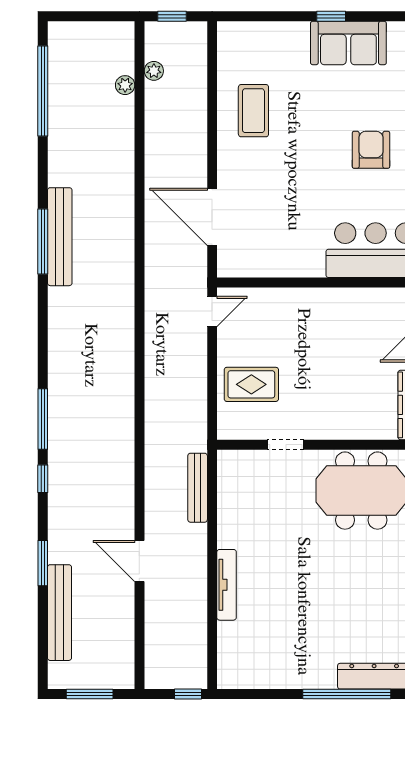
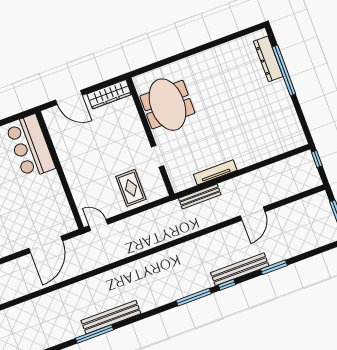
bench: (60, 237) -> (111, 317), moved
tv unit: (227, 585) -> (215, 172), moved
bench: (59, 613) -> (240, 269), moved

